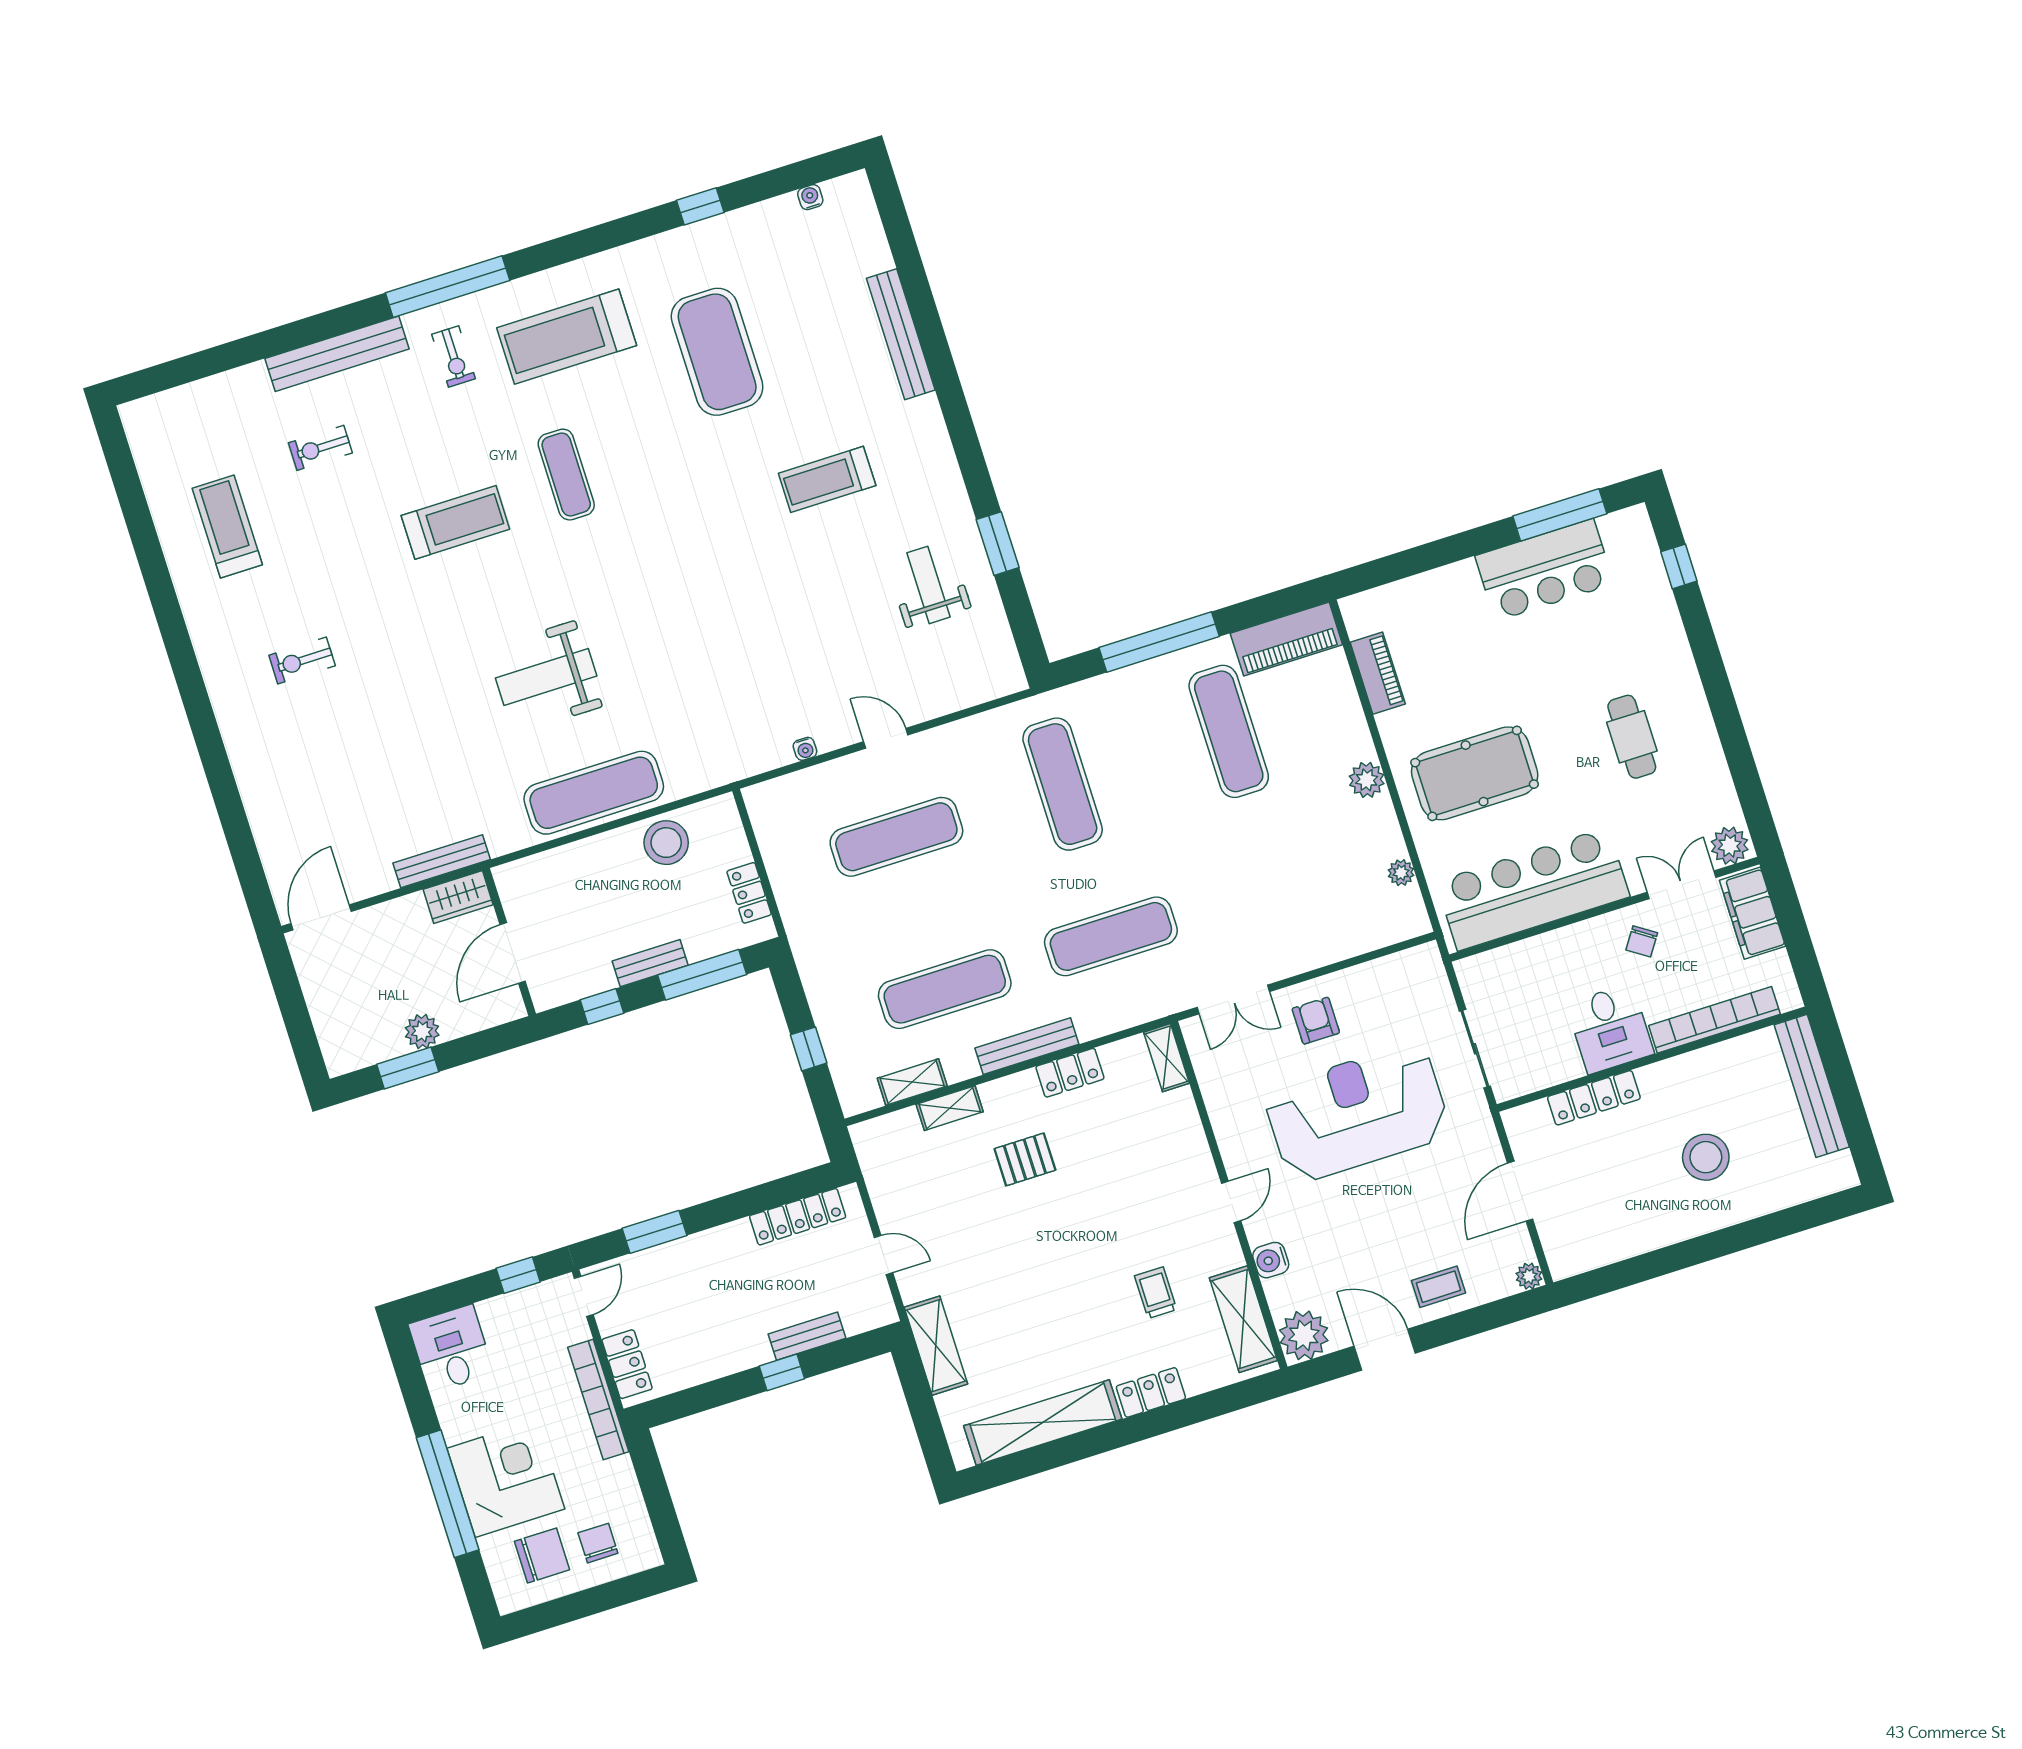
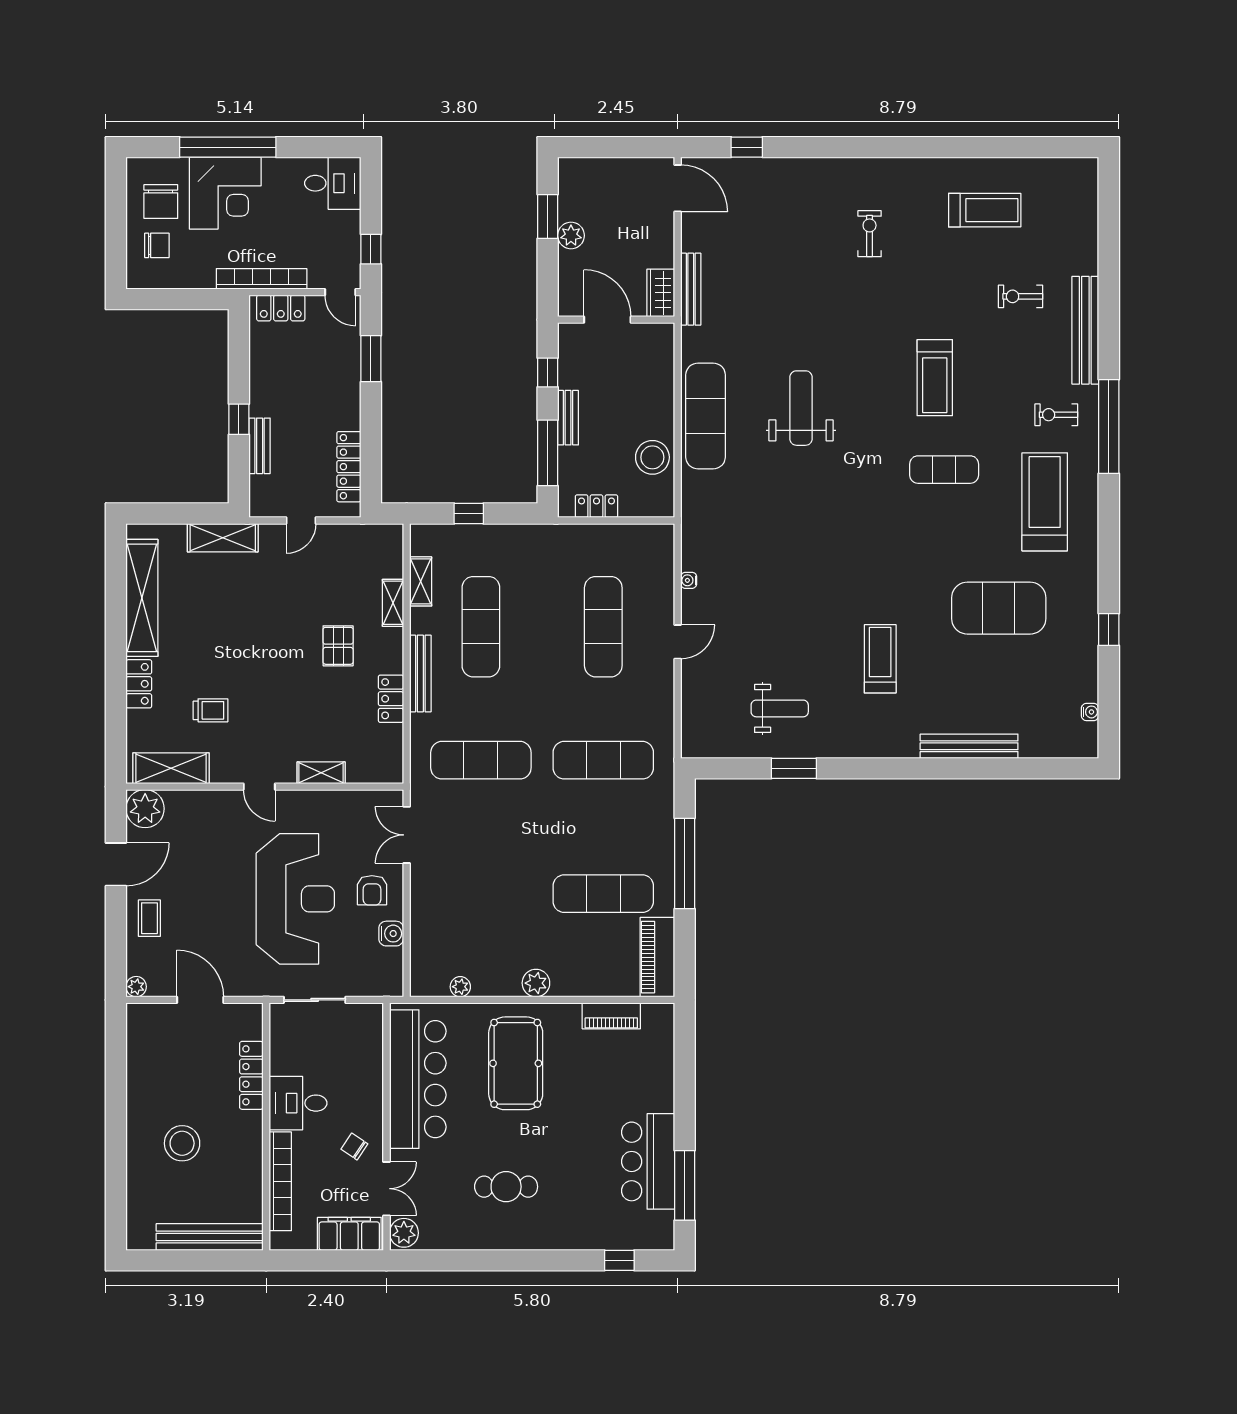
exercise bike: (320, 448) -> (1021, 296), turned -90
window: (243, 848) -> (747, 147), added
exercise mat: (1111, 936) -> (481, 760), turned 90
armchair: (1316, 1021) -> (372, 890), turned 90
shelving: (1167, 1058) -> (321, 773), moved
water cooler: (1271, 1260) -> (391, 934), moved, turned 90

